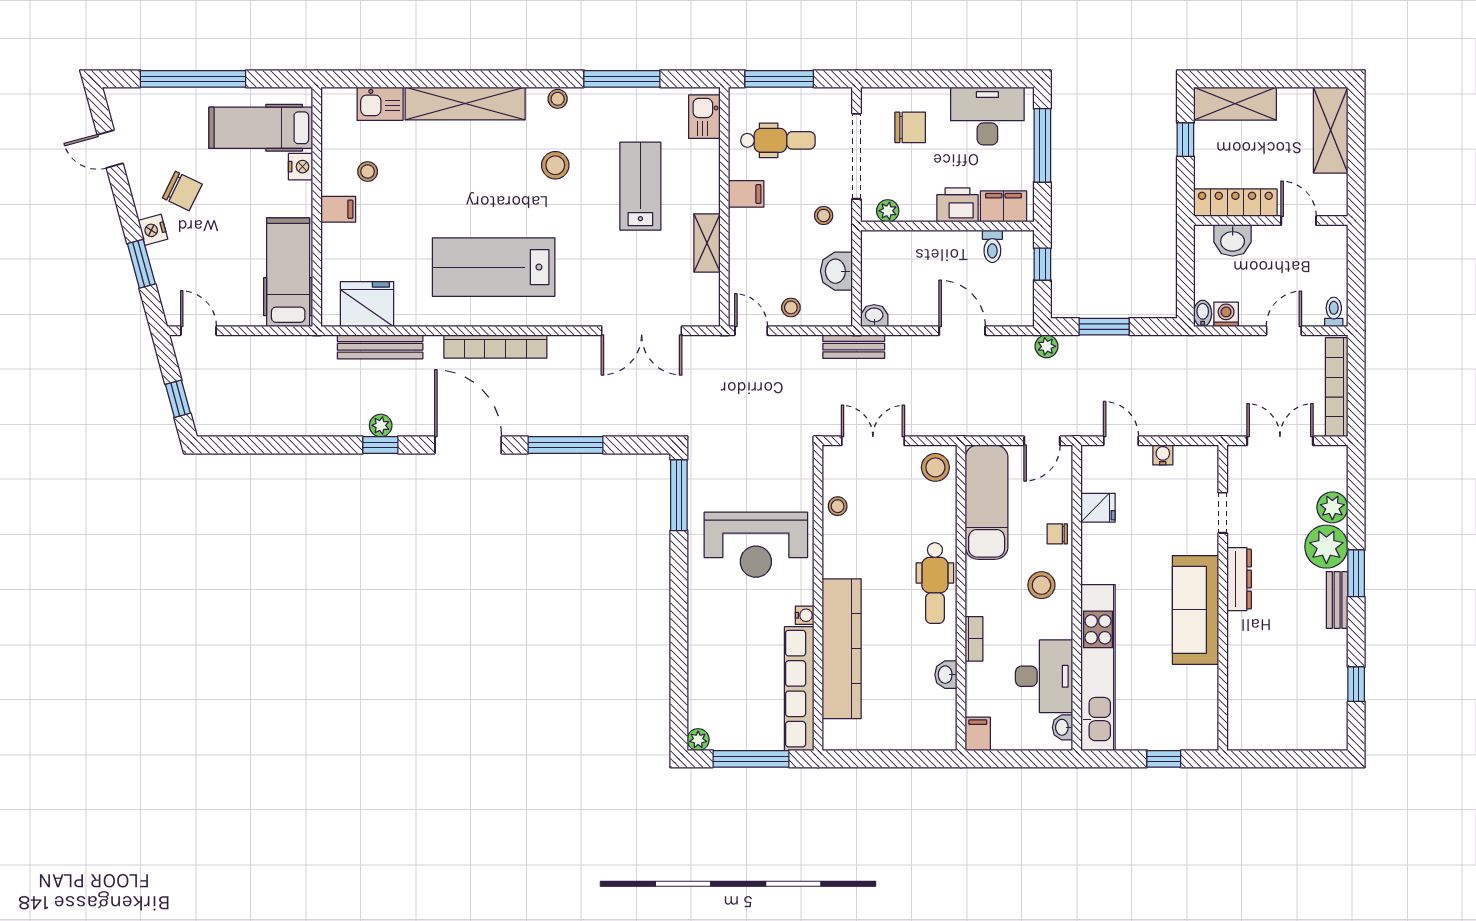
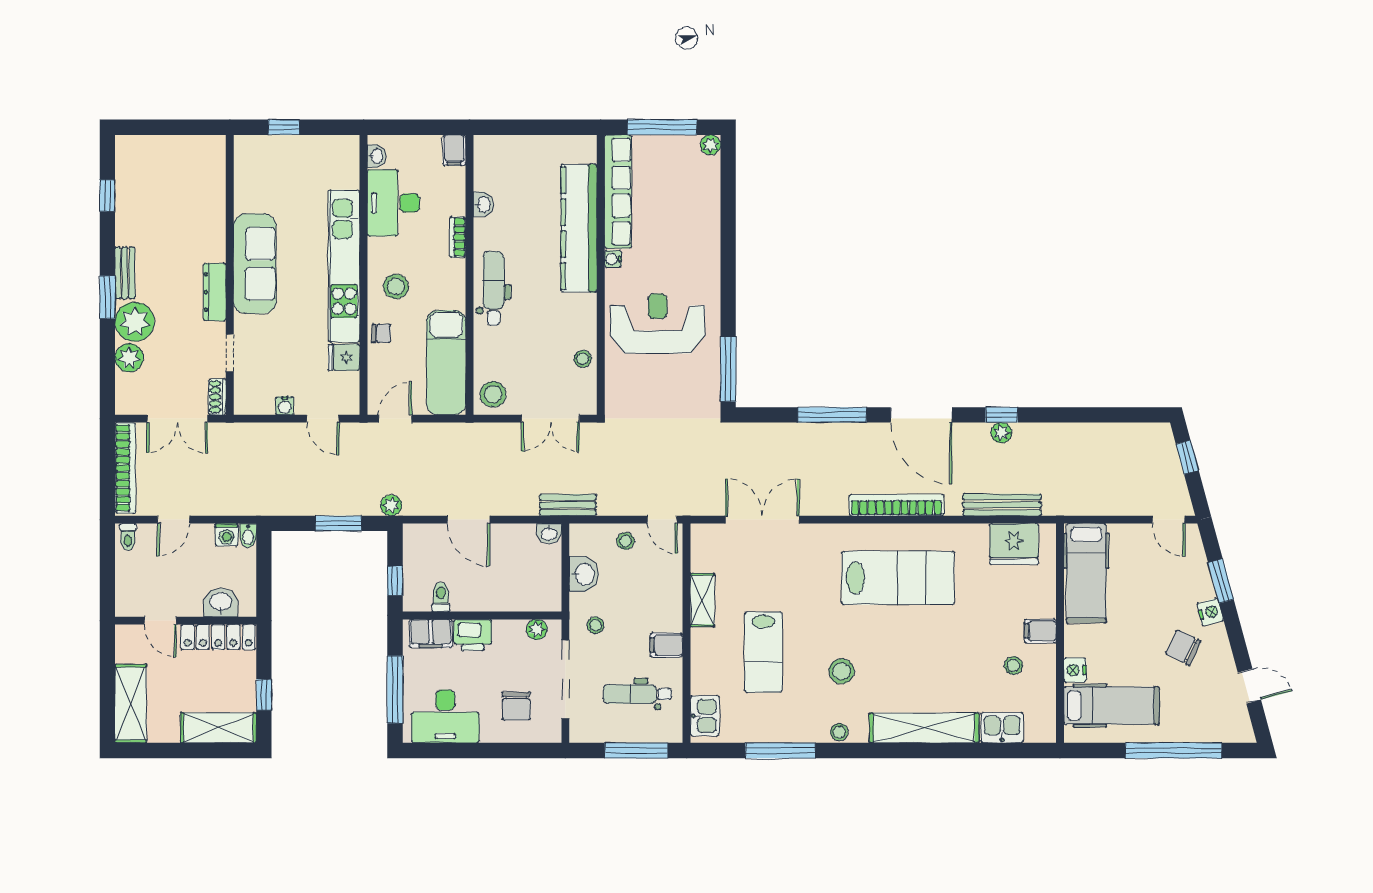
chair: (910, 127) -> (516, 706), turned -90
shoe rack: (1236, 465) -> (217, 397), added
kitchen unit: (1098, 668) -> (344, 266), moved

